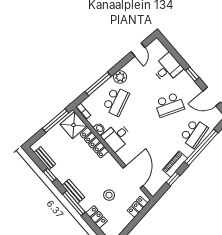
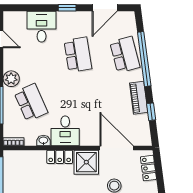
school desk: (169, 105) -> (78, 55), turned -30
shower: (74, 125) -> (86, 162), moved
locker: (94, 143) -> (60, 157), width x0.66

